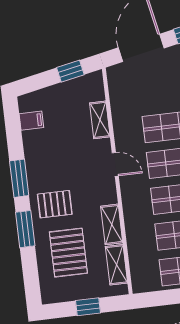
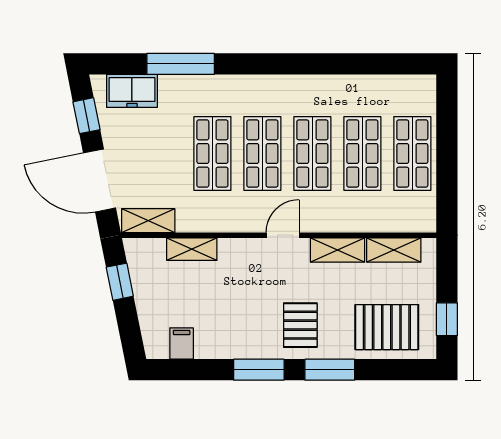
shelving: (117, 86) -> (148, 221), added
door: (115, 164) -> (283, 235), moved
pallet: (68, 253) -> (387, 327), moved
window: (88, 307) -> (447, 319), moved

